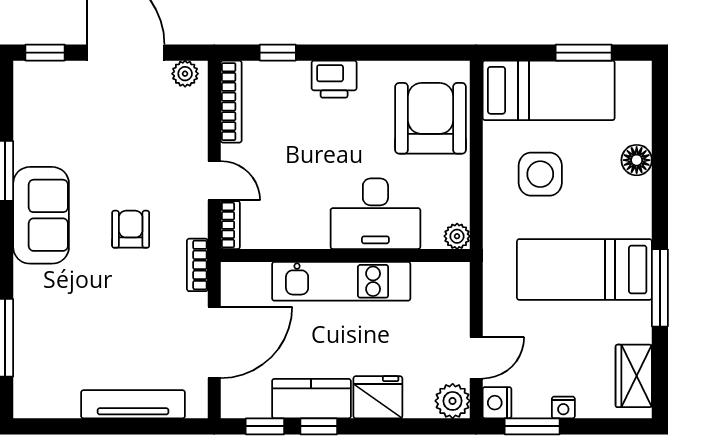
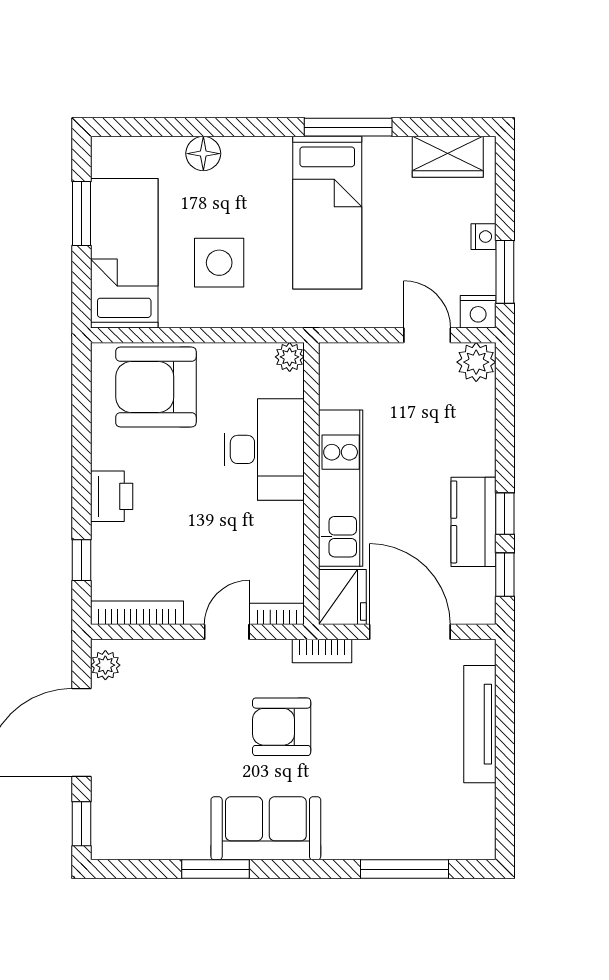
armchair: (131, 229) -> (282, 727), width x1.38, depth x1.38
fridge: (378, 397) -> (342, 597), moved, turned 180

